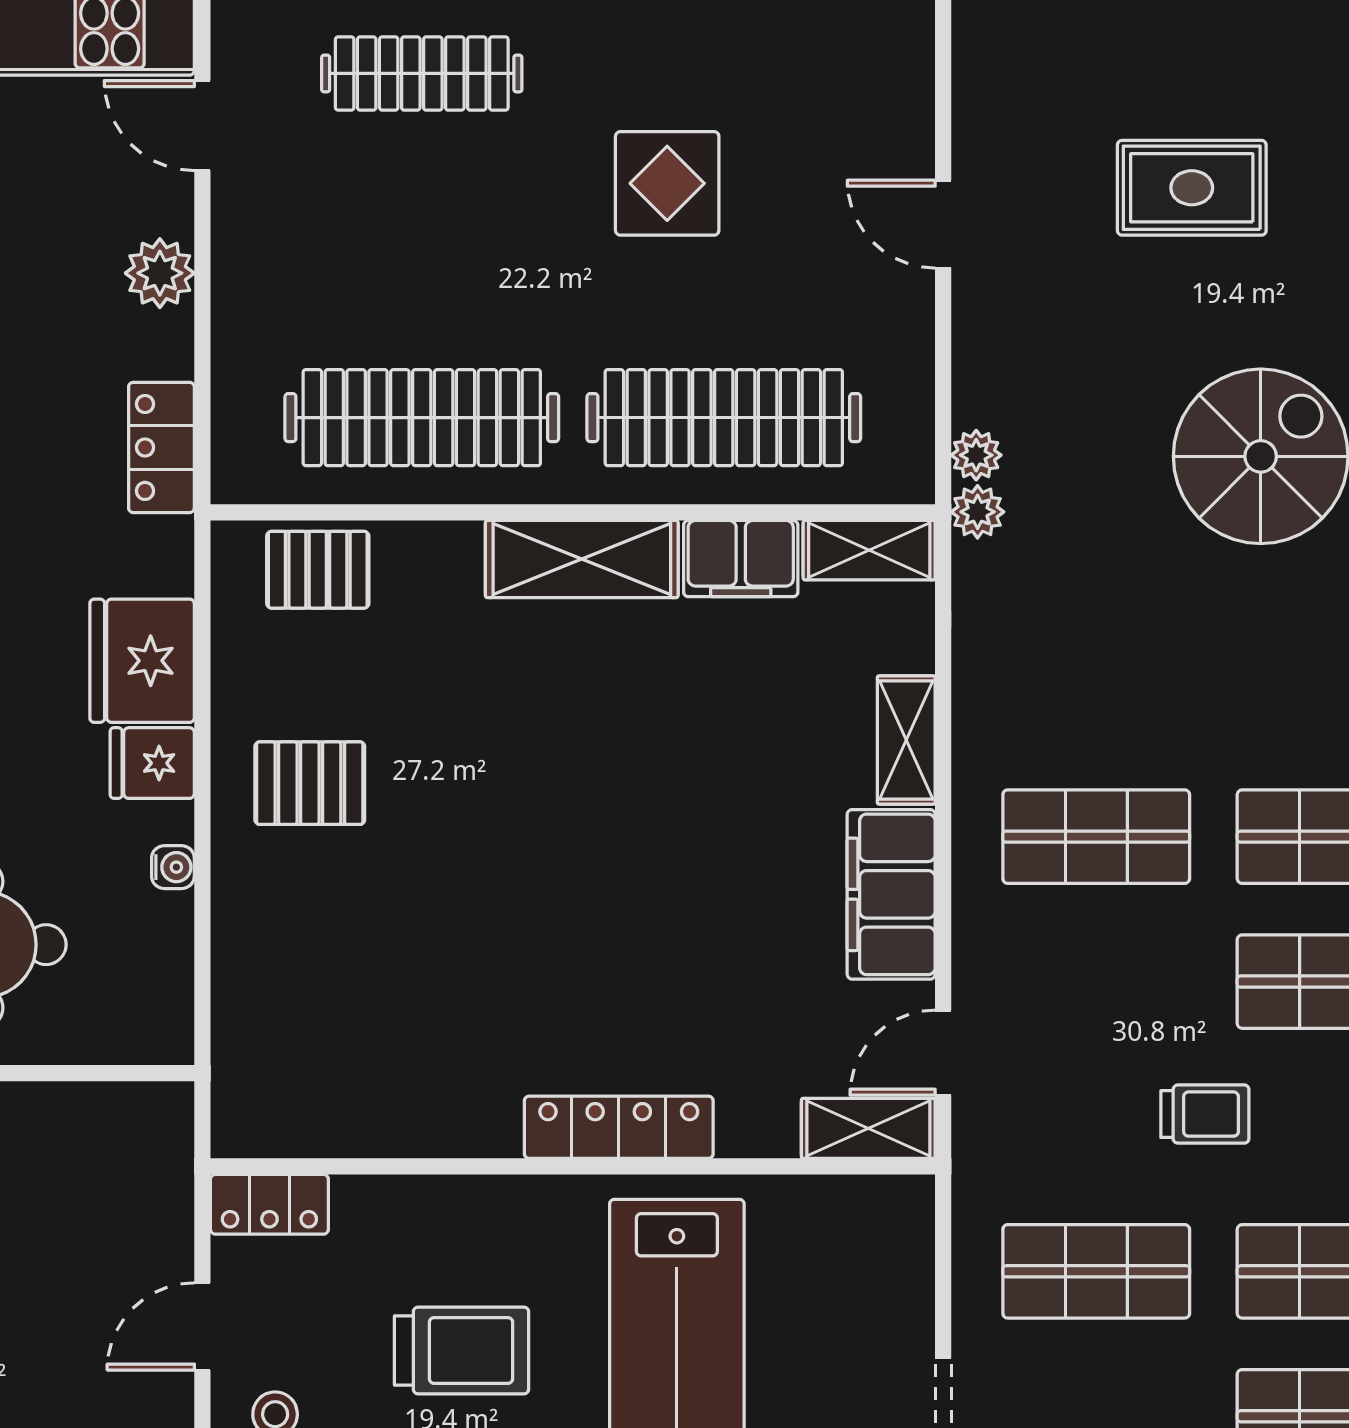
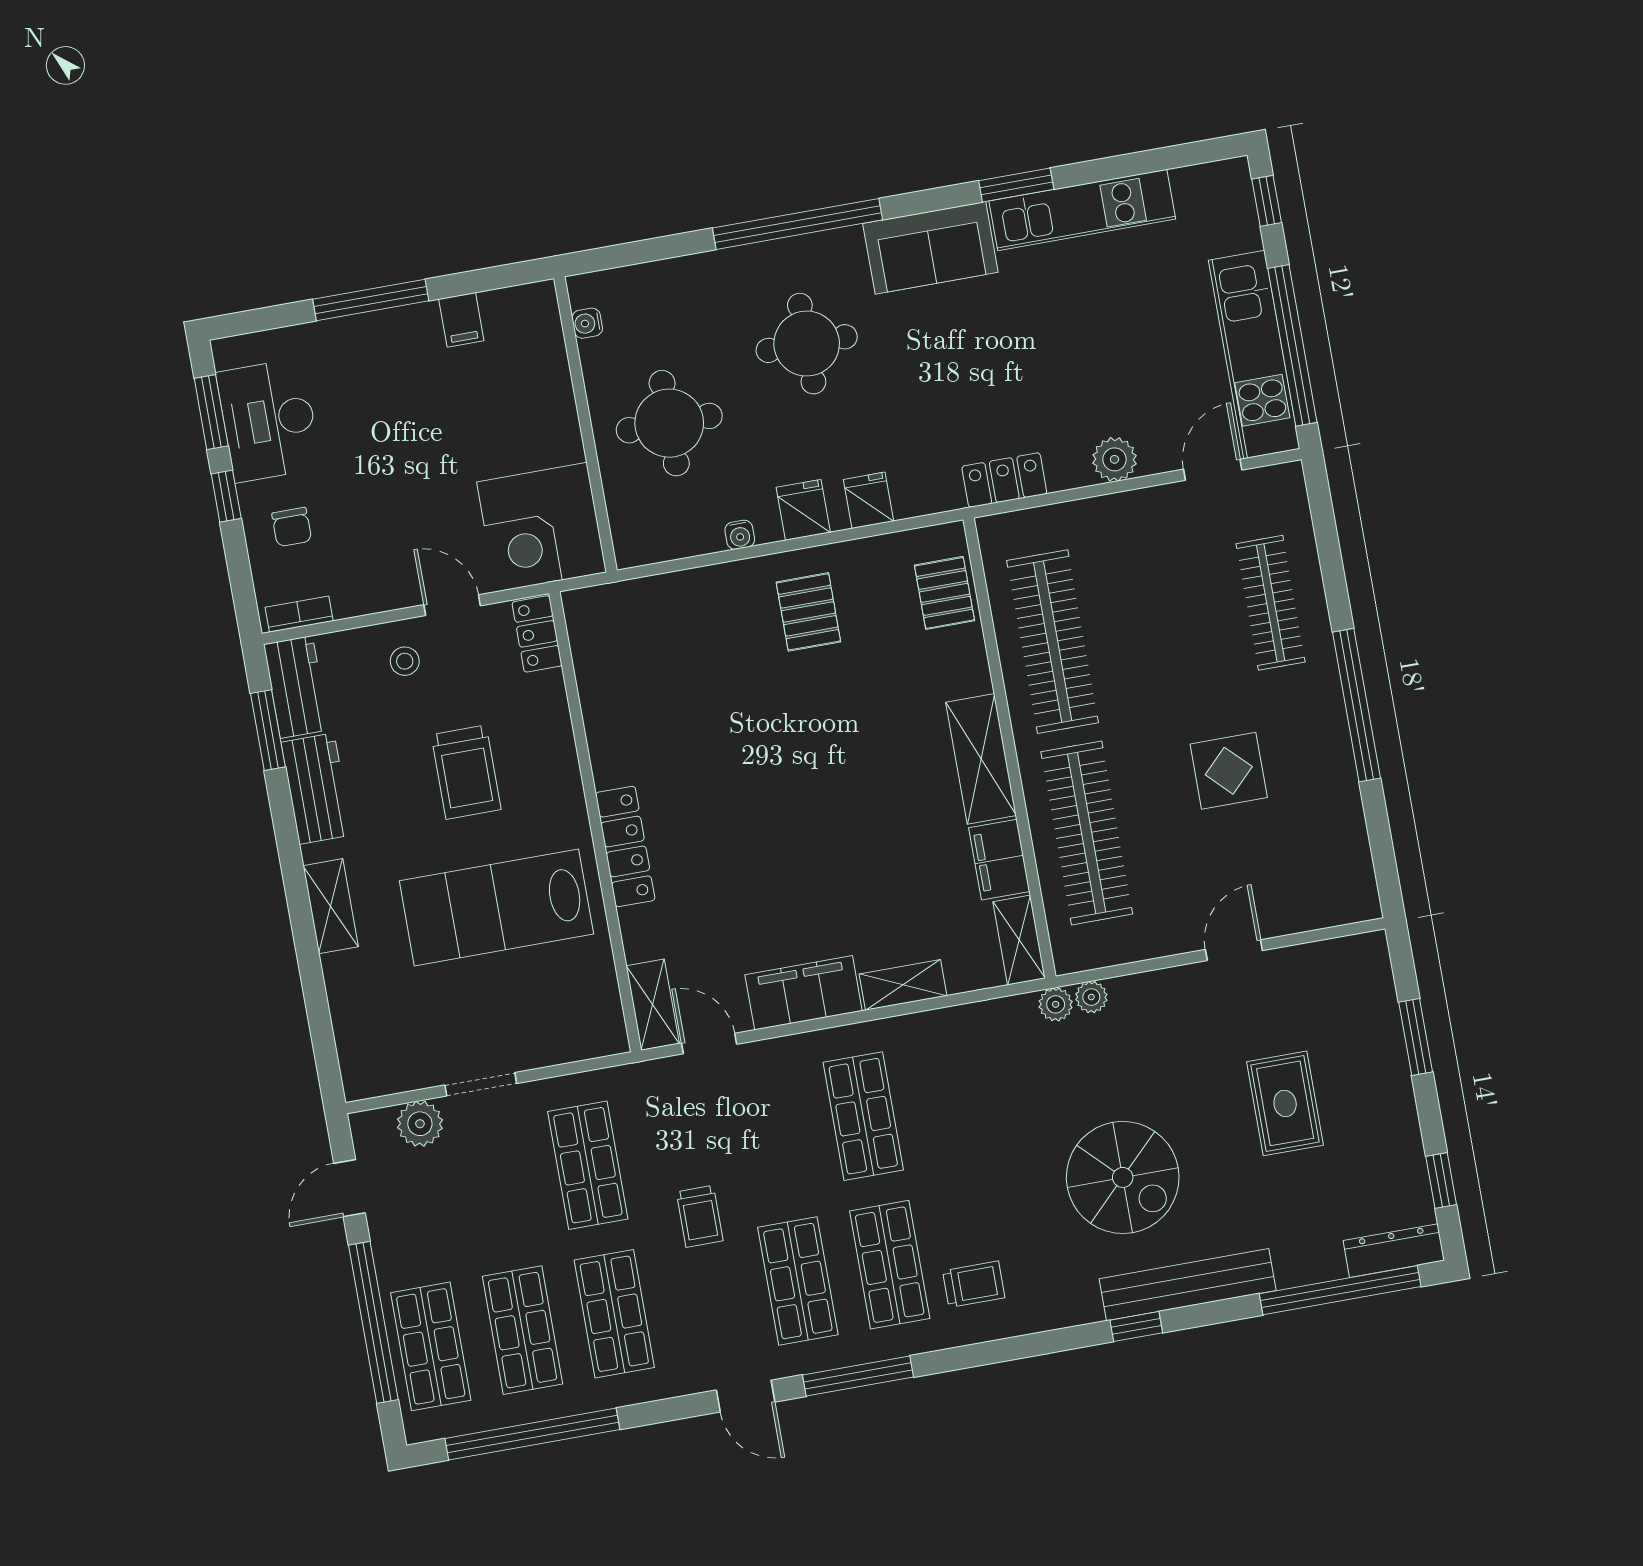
fridge: (142, 661) -> (868, 500), width x0.53, depth x0.75
corner desk: (107, 1168) -> (542, 527), added

